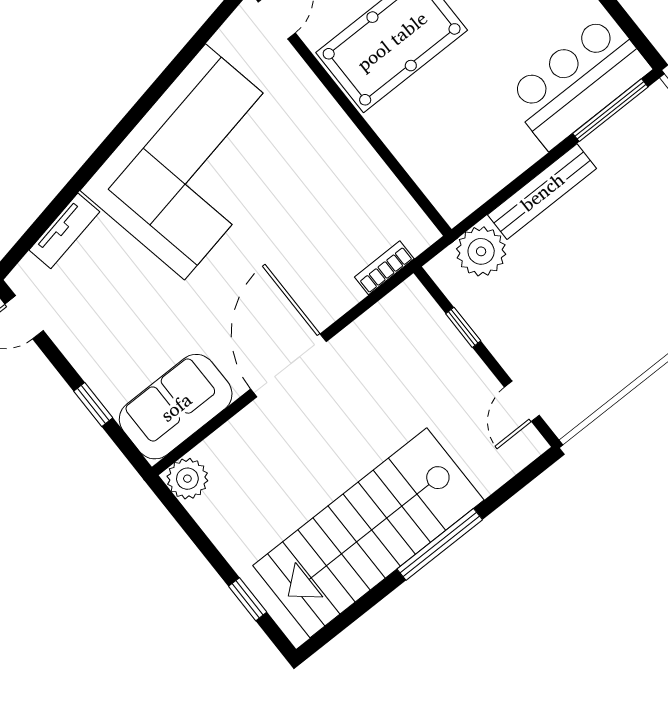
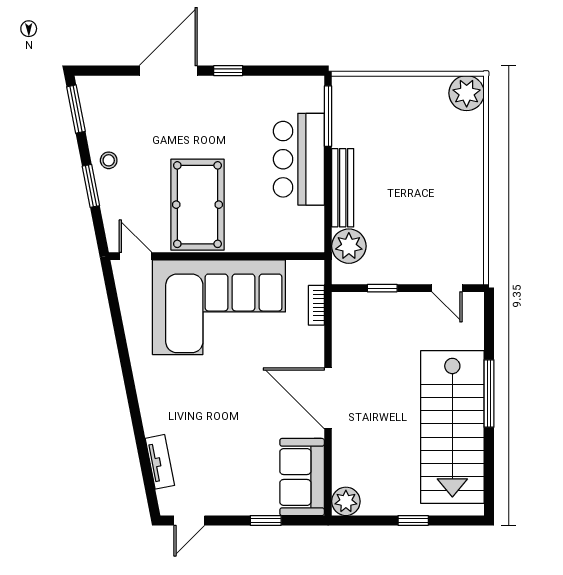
bar counter: (578, 82) -> (299, 159), moved
corner sofa: (195, 162) -> (219, 307), moved, turned 101
window: (248, 599) -> (413, 520), moved

